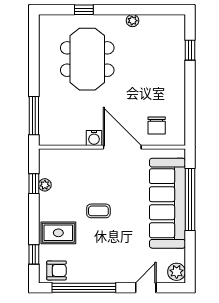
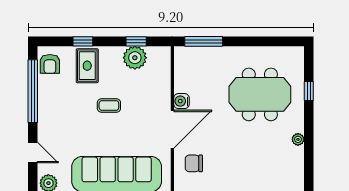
plant: (45, 185) -> (135, 58), width x1.87, depth x1.87
coffee table: (98, 211) -> (109, 106), turned 90
window: (34, 254) -> (83, 41), moved

